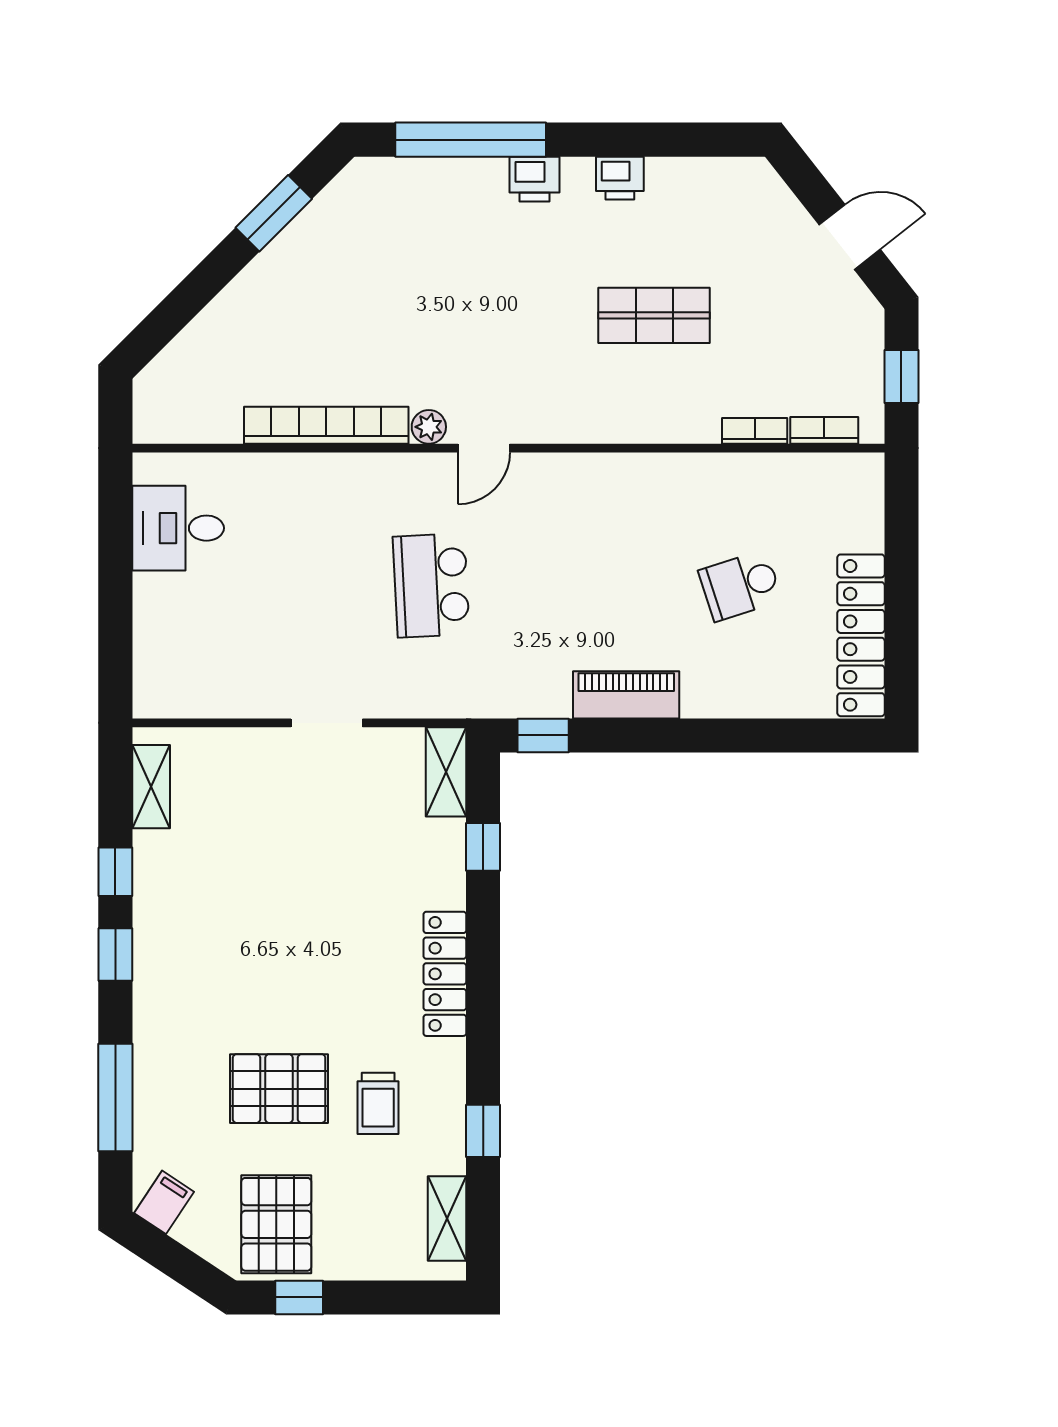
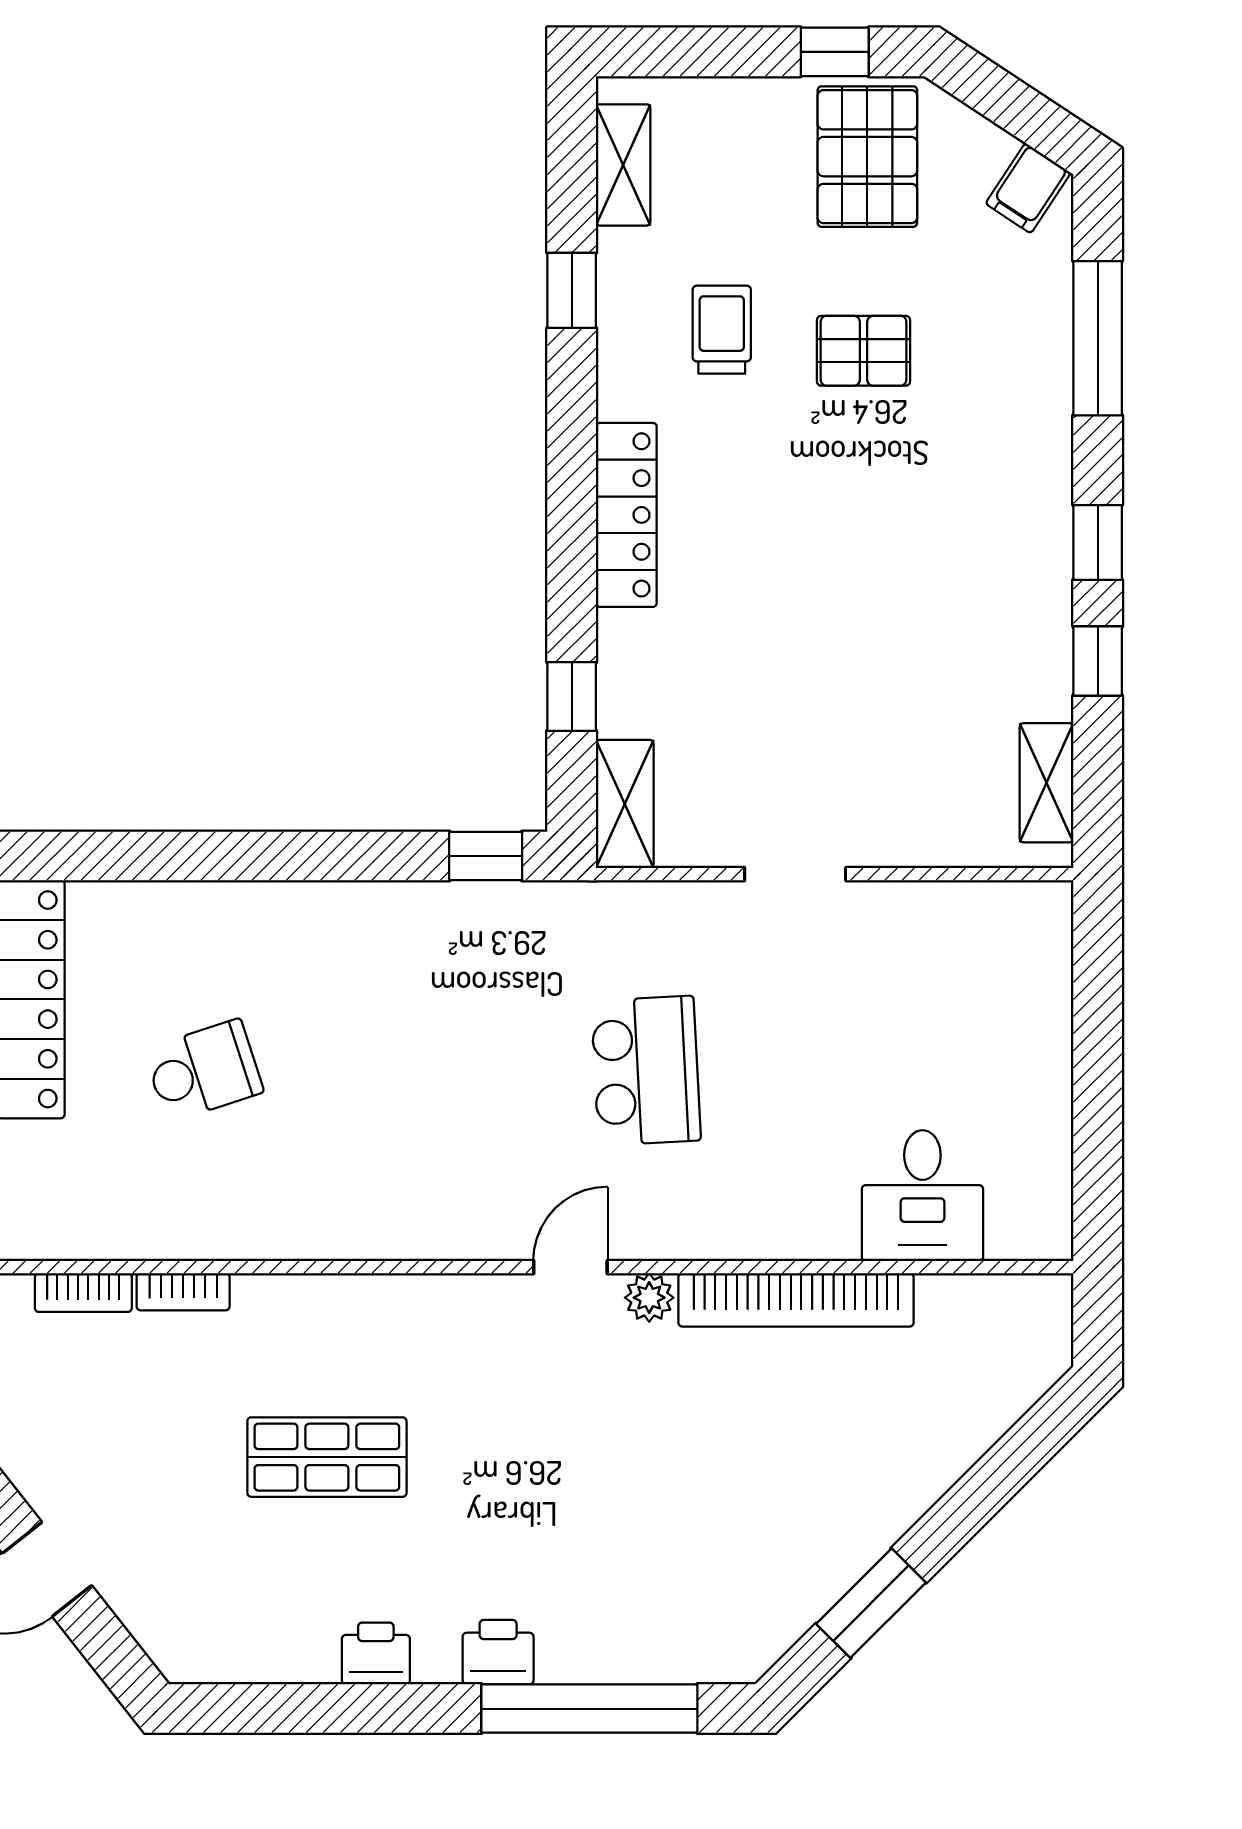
desk: (178, 528) -> (922, 1196), moved, turned 90
piano: (626, 695) -> (367, 914), removed
pallet: (279, 1089) -> (864, 351), width x0.67, depth x0.71

